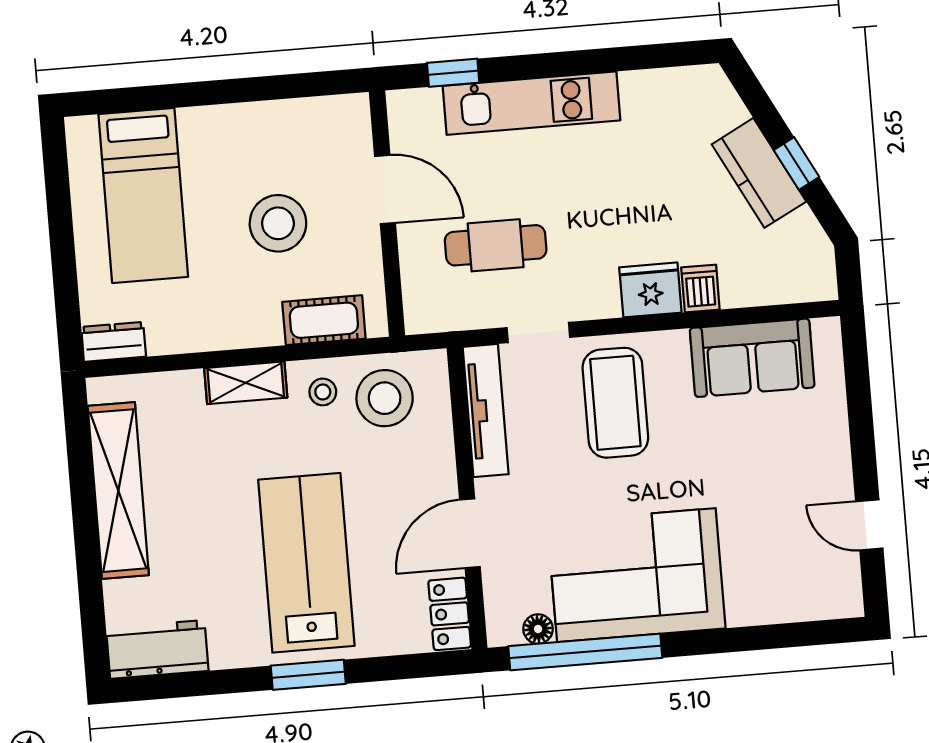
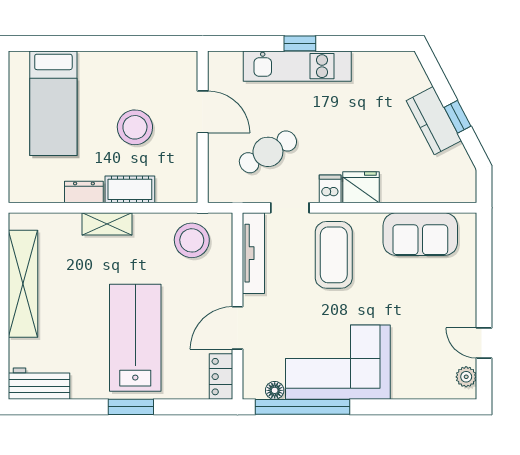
window: (453, 73) -> (300, 43), moved
cafe table: (496, 245) -> (268, 152), turned -30
dishwasher: (700, 288) -> (330, 189), moved
cot: (324, 320) -> (130, 189), moved
dresser: (114, 342) -> (84, 192), moved
stool: (323, 392) -> (154, 233), removed
plant: (845, 582) -> (466, 377), added

